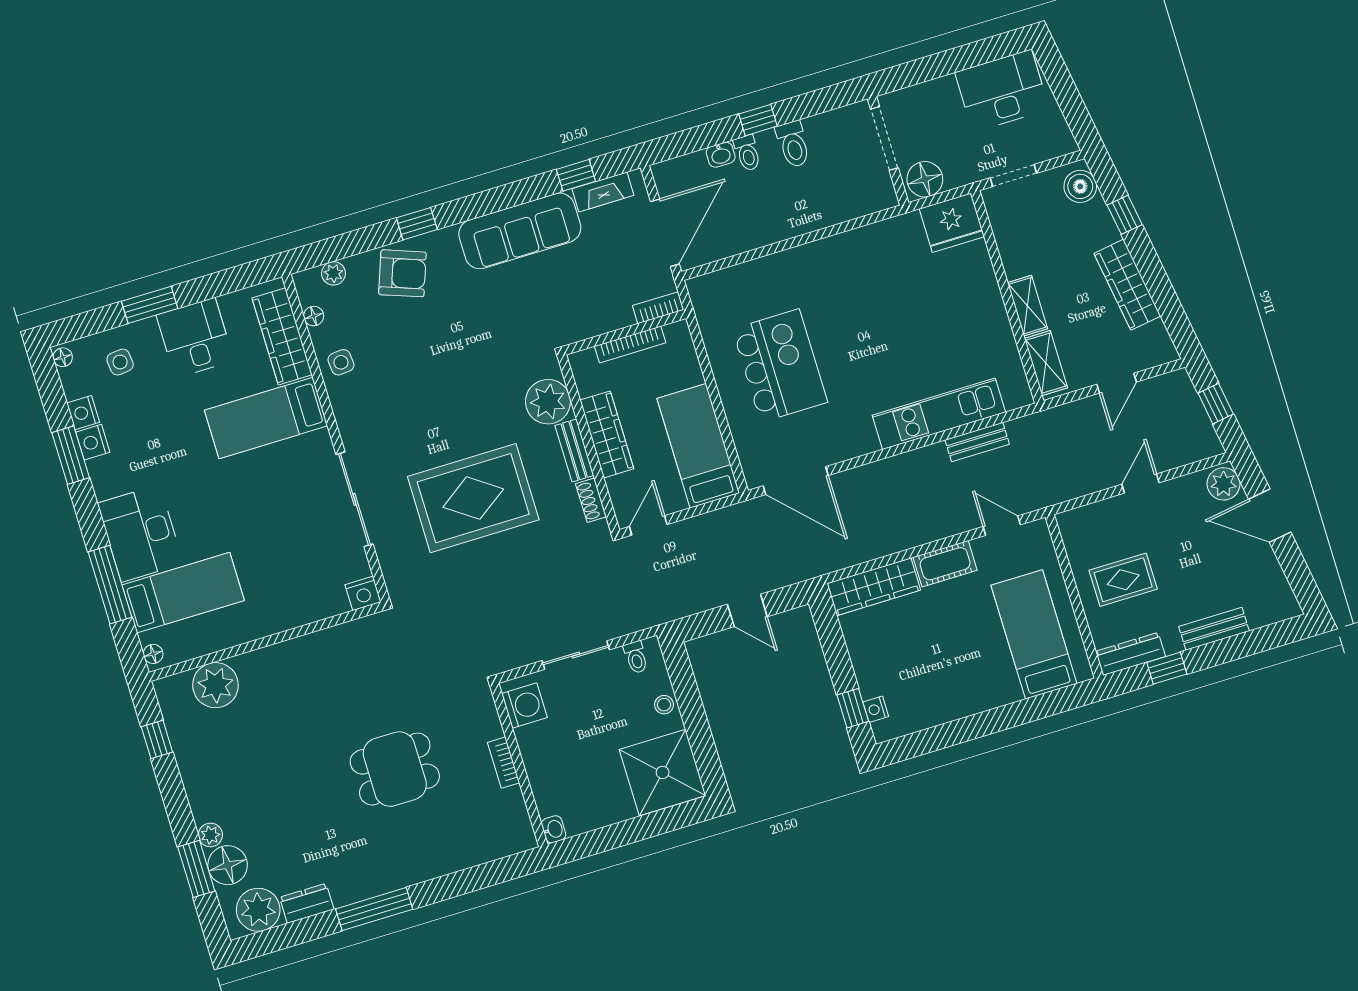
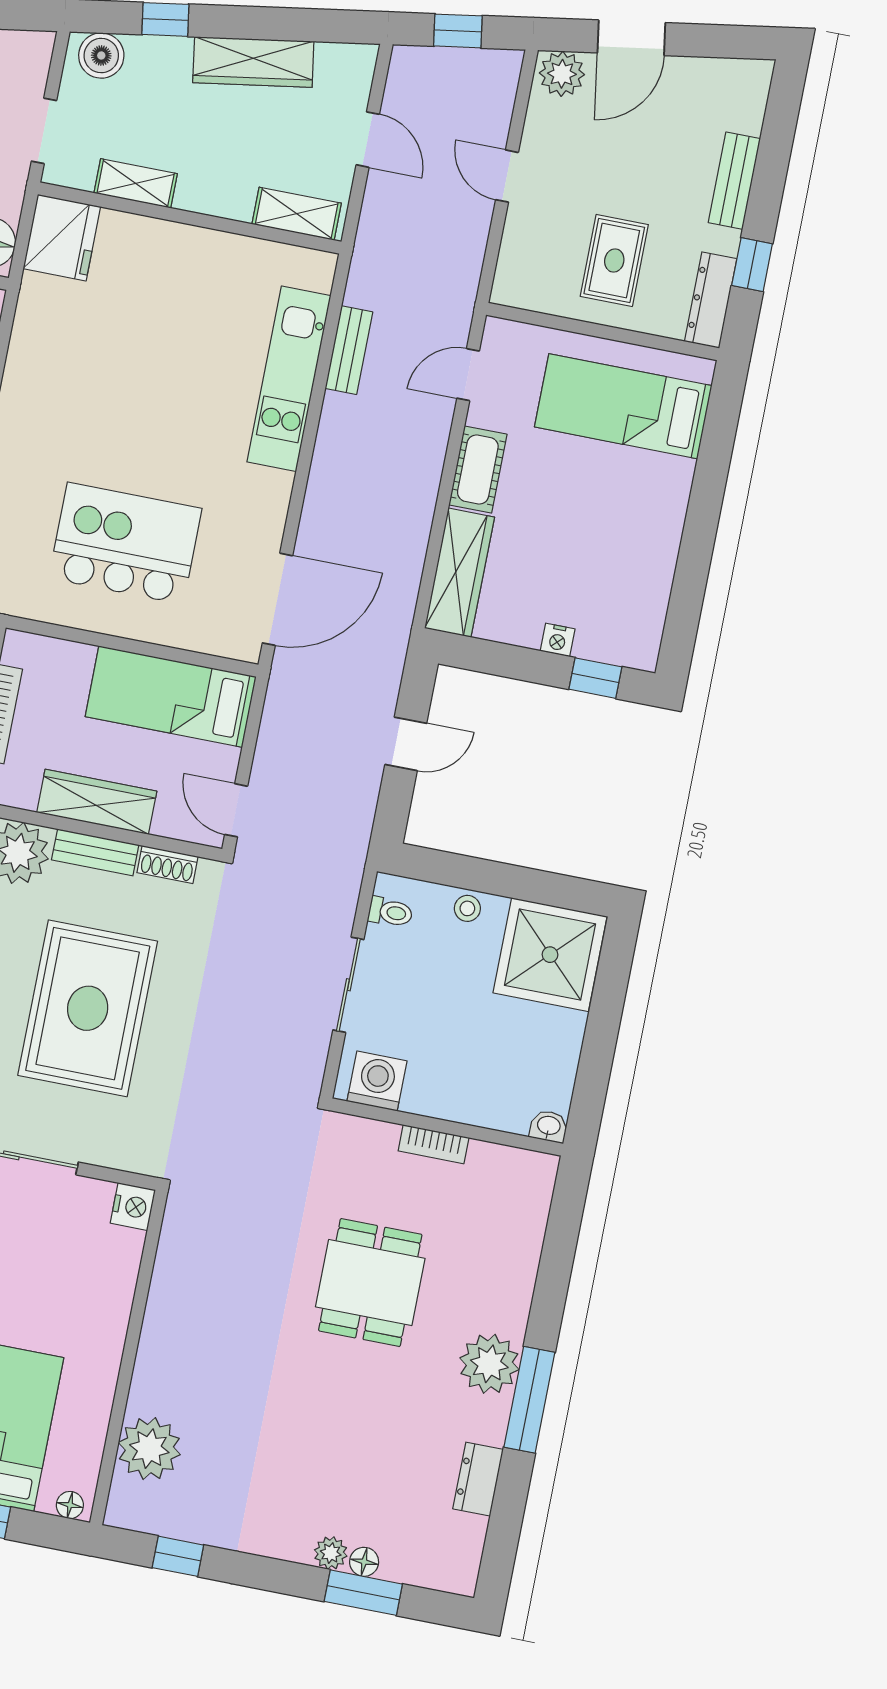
shelving: (1028, 306) -> (136, 183), moved
nightstand: (876, 709) -> (558, 640), moved
floor lamp: (228, 865) -> (364, 1562), width x0.53, depth x0.53
plant: (258, 910) -> (489, 1364), moved

